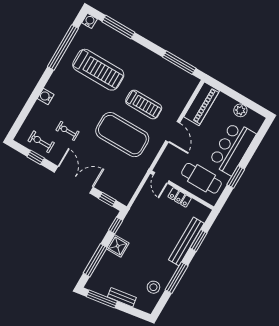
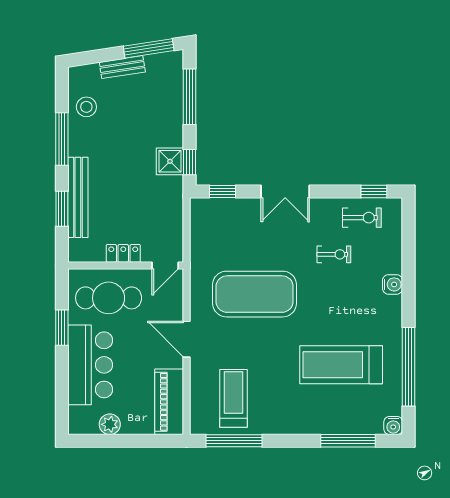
treadmill: (144, 104) -> (233, 398), moved, turned 90
window: (36, 157) -> (374, 191), moved
door: (161, 178) -> (165, 265), swing flipped
double door: (74, 180) -> (285, 191), width x0.73
shower: (118, 246) -> (170, 161), moved

